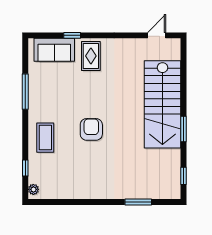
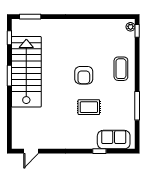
rug: (91, 56) -> (89, 107), moved, turned 90
stairs: (162, 104) -> (26, 72), moved
window: (25, 168) -> (137, 31), moved
window: (138, 202) -> (30, 17), moved

